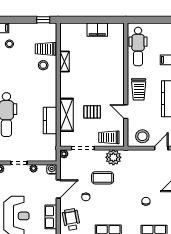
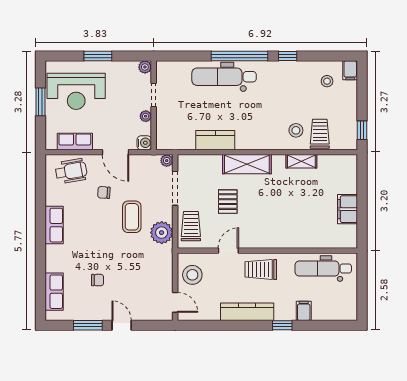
shelving: (66, 115) -> (247, 164), moved

